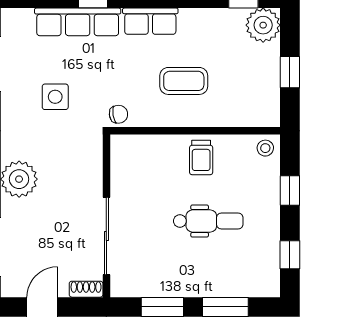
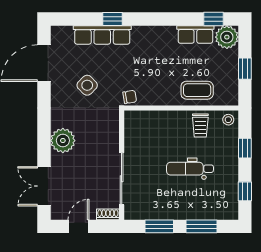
row of seats: (150, 21) -> (195, 34), moved
coffee table: (184, 81) -> (197, 90), moved
side table: (55, 97) -> (87, 85), turned 45
trolley: (201, 158) -> (200, 125), moved
dental chair: (208, 221) -> (190, 169), turned 180

